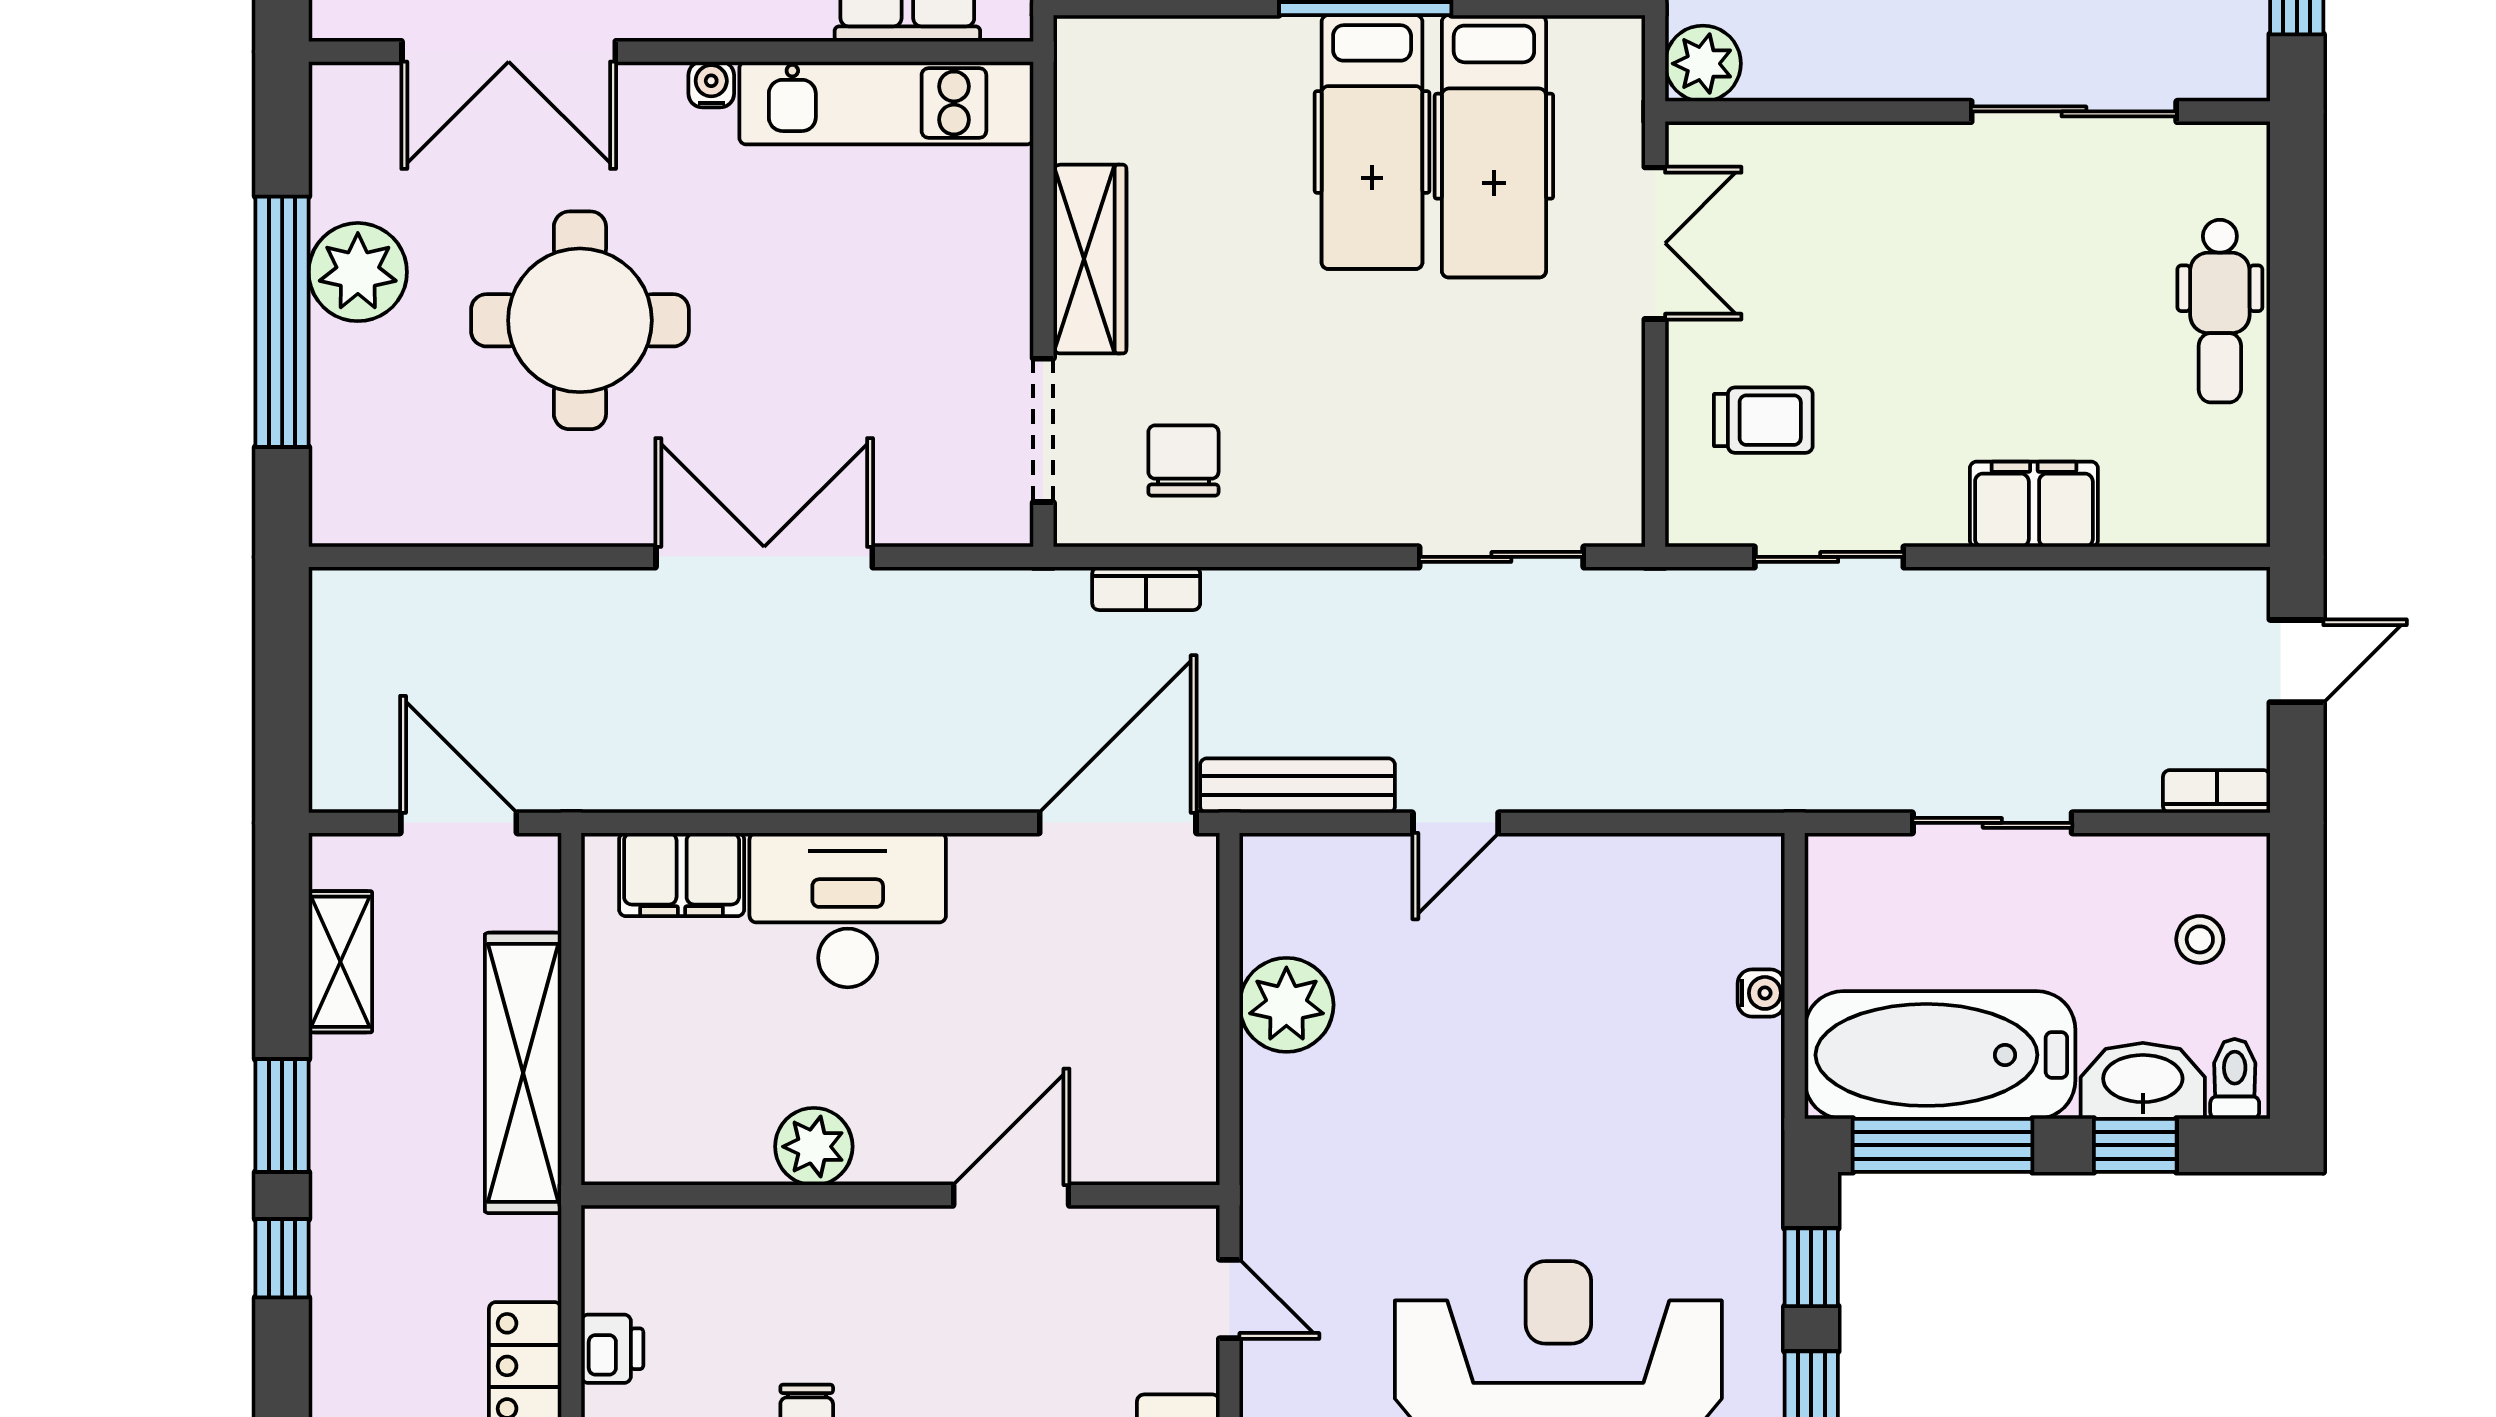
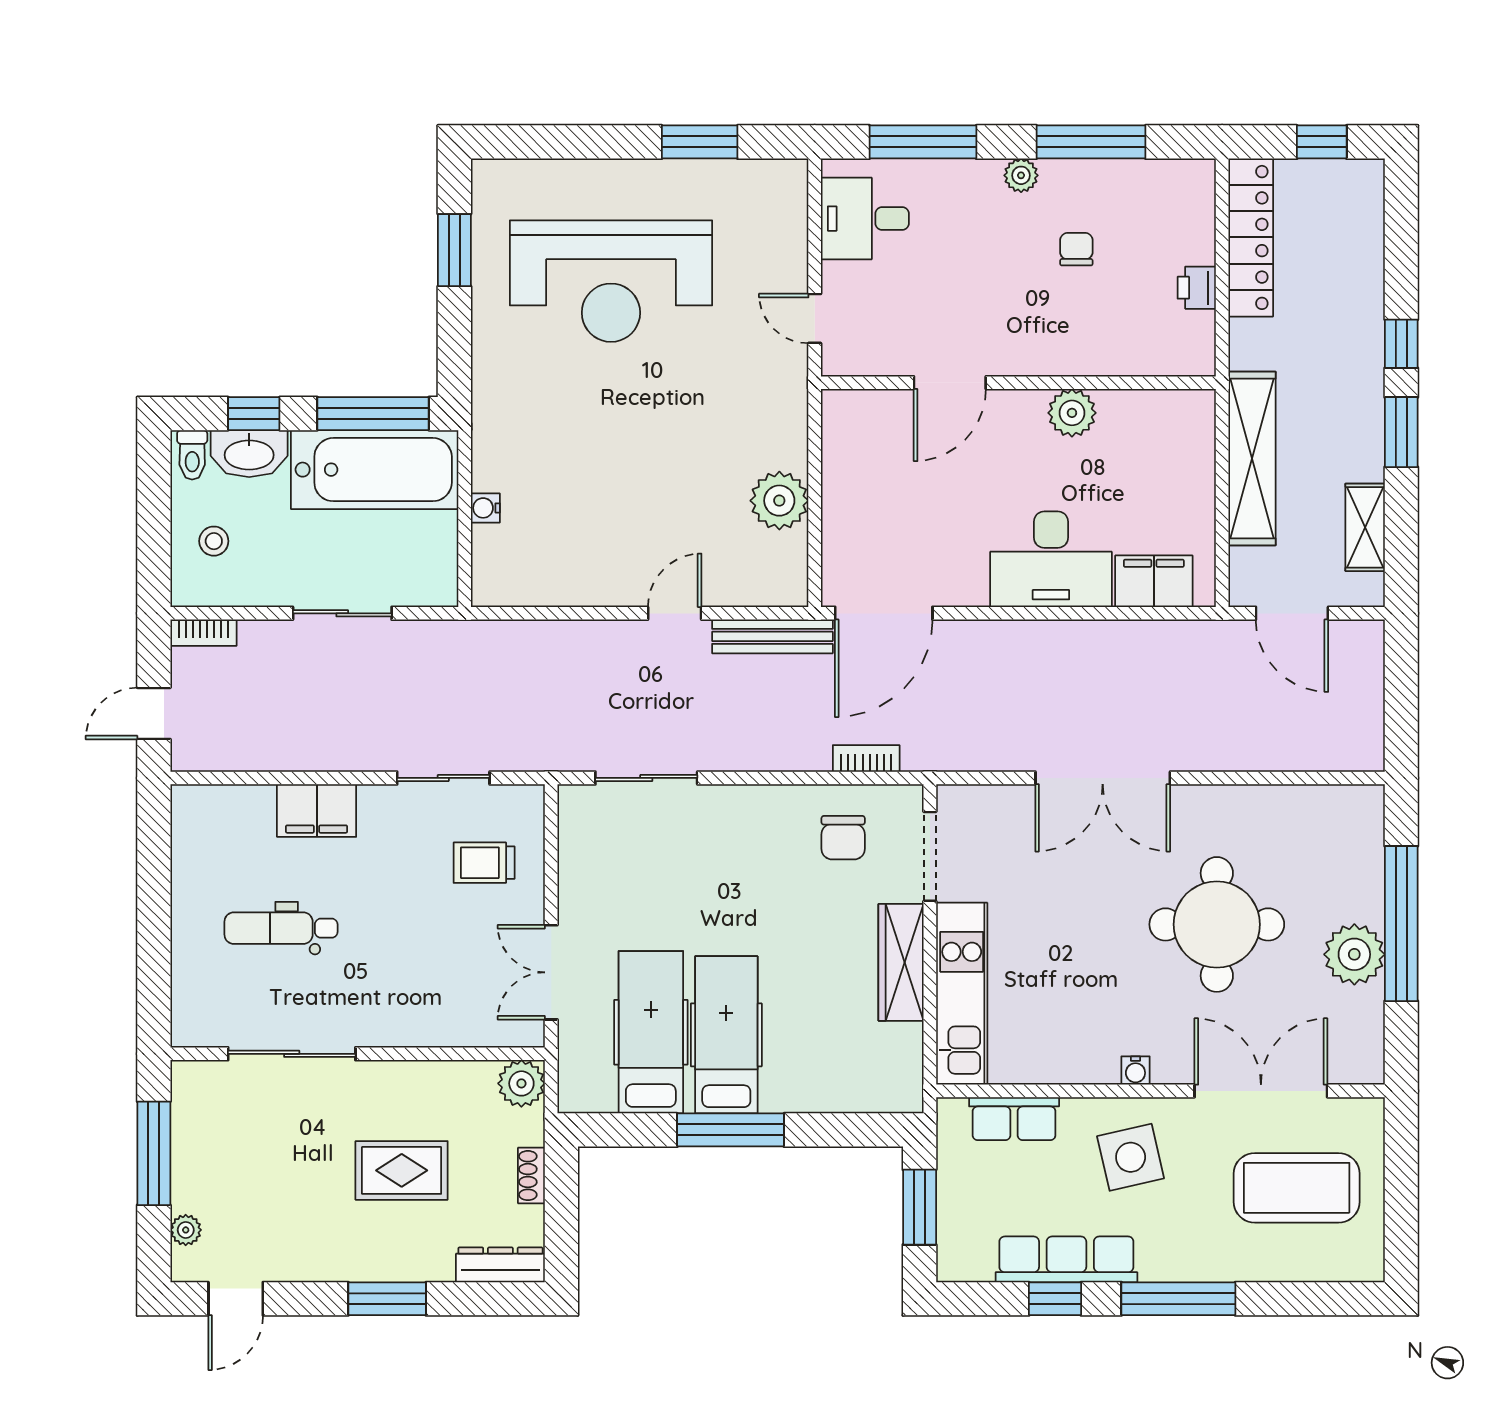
kitchen unit: (886, 103) -> (962, 994), moved, turned 90
dental chair: (2220, 311) -> (281, 928), moved, turned -90
window: (1811, 1267) -> (454, 338), removed

